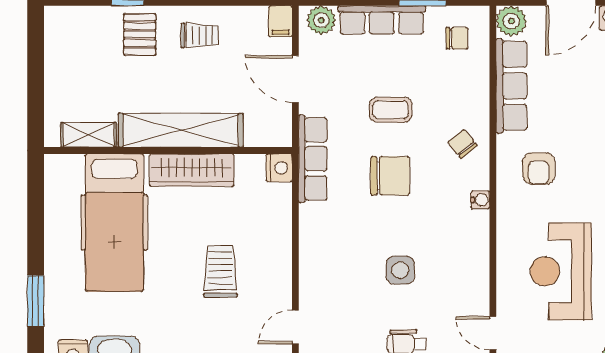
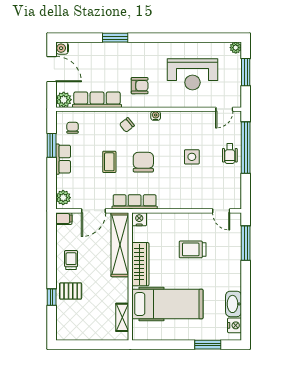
row of seats: (382, 20) -> (63, 159), width x0.68
shelving: (181, 130) -> (120, 245), moved

